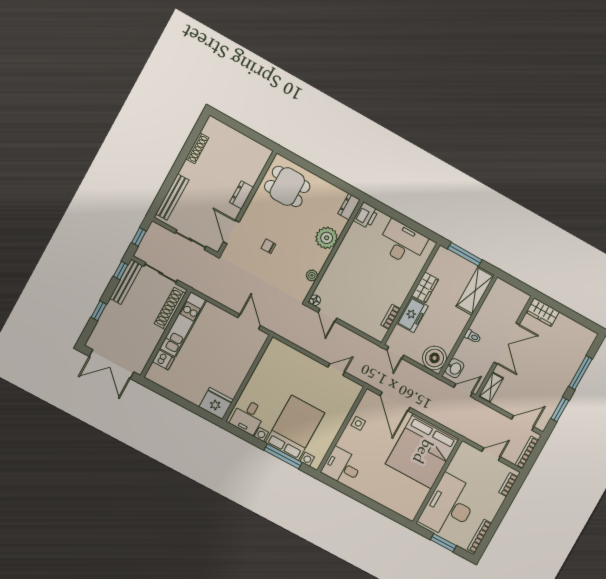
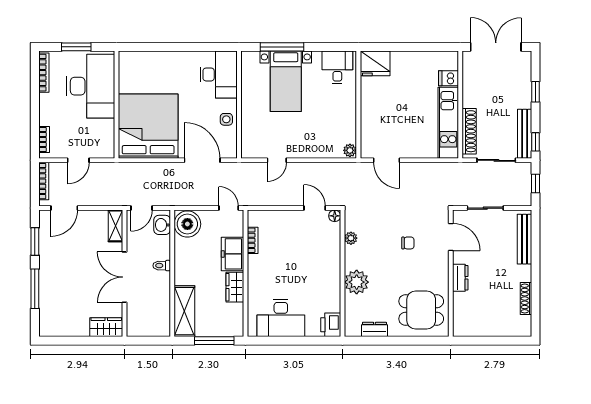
dresser: (349, 207) -> (374, 329), moved, turned -90
plant: (274, 346) -> (350, 150), added
bed with nightstands: (295, 428) -> (286, 81), width x0.73
desk: (342, 467) -> (219, 74), width x1.37

